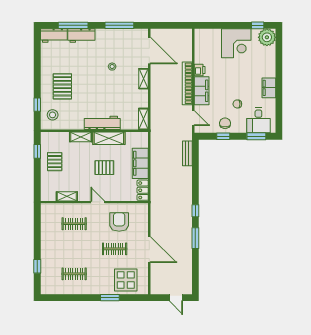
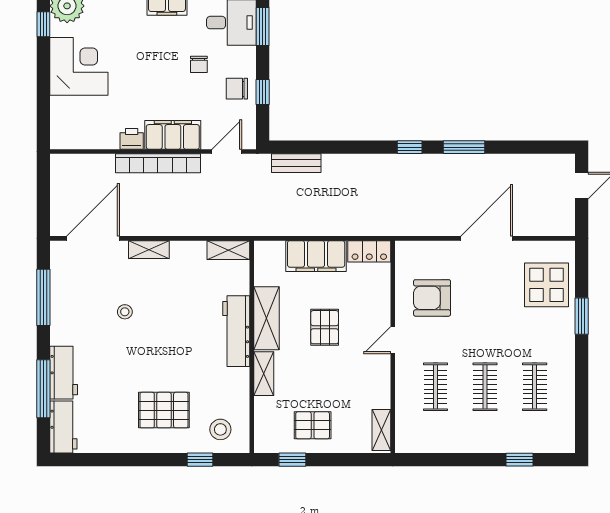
shelving: (67, 196) -> (381, 430), moved
clothes rail: (115, 249) -> (485, 387), moved

